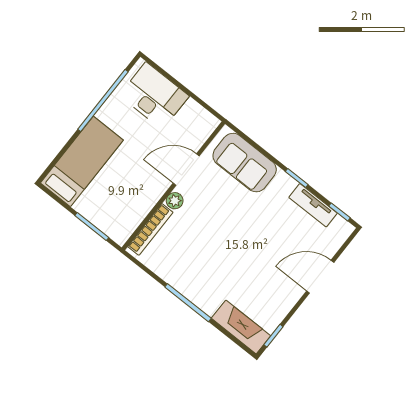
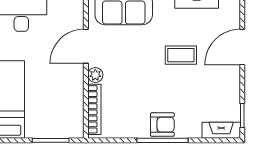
coffee table: (262, 242) -> (181, 55), added
armchair: (199, 289) -> (162, 125), added
fireplace: (241, 327) -> (221, 130), width x0.73, depth x0.76

